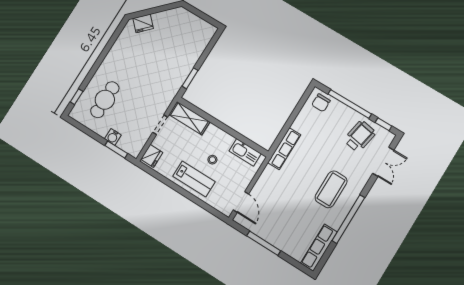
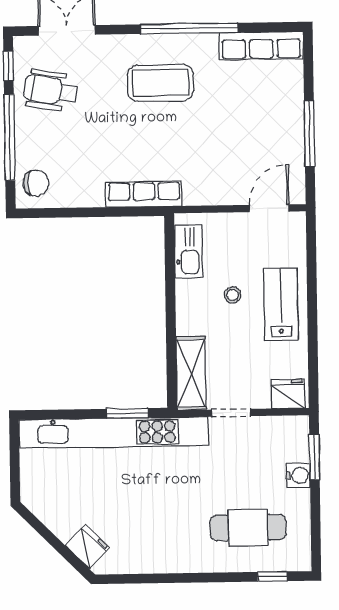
kitchen unit: (185, 67) -> (114, 433), added

